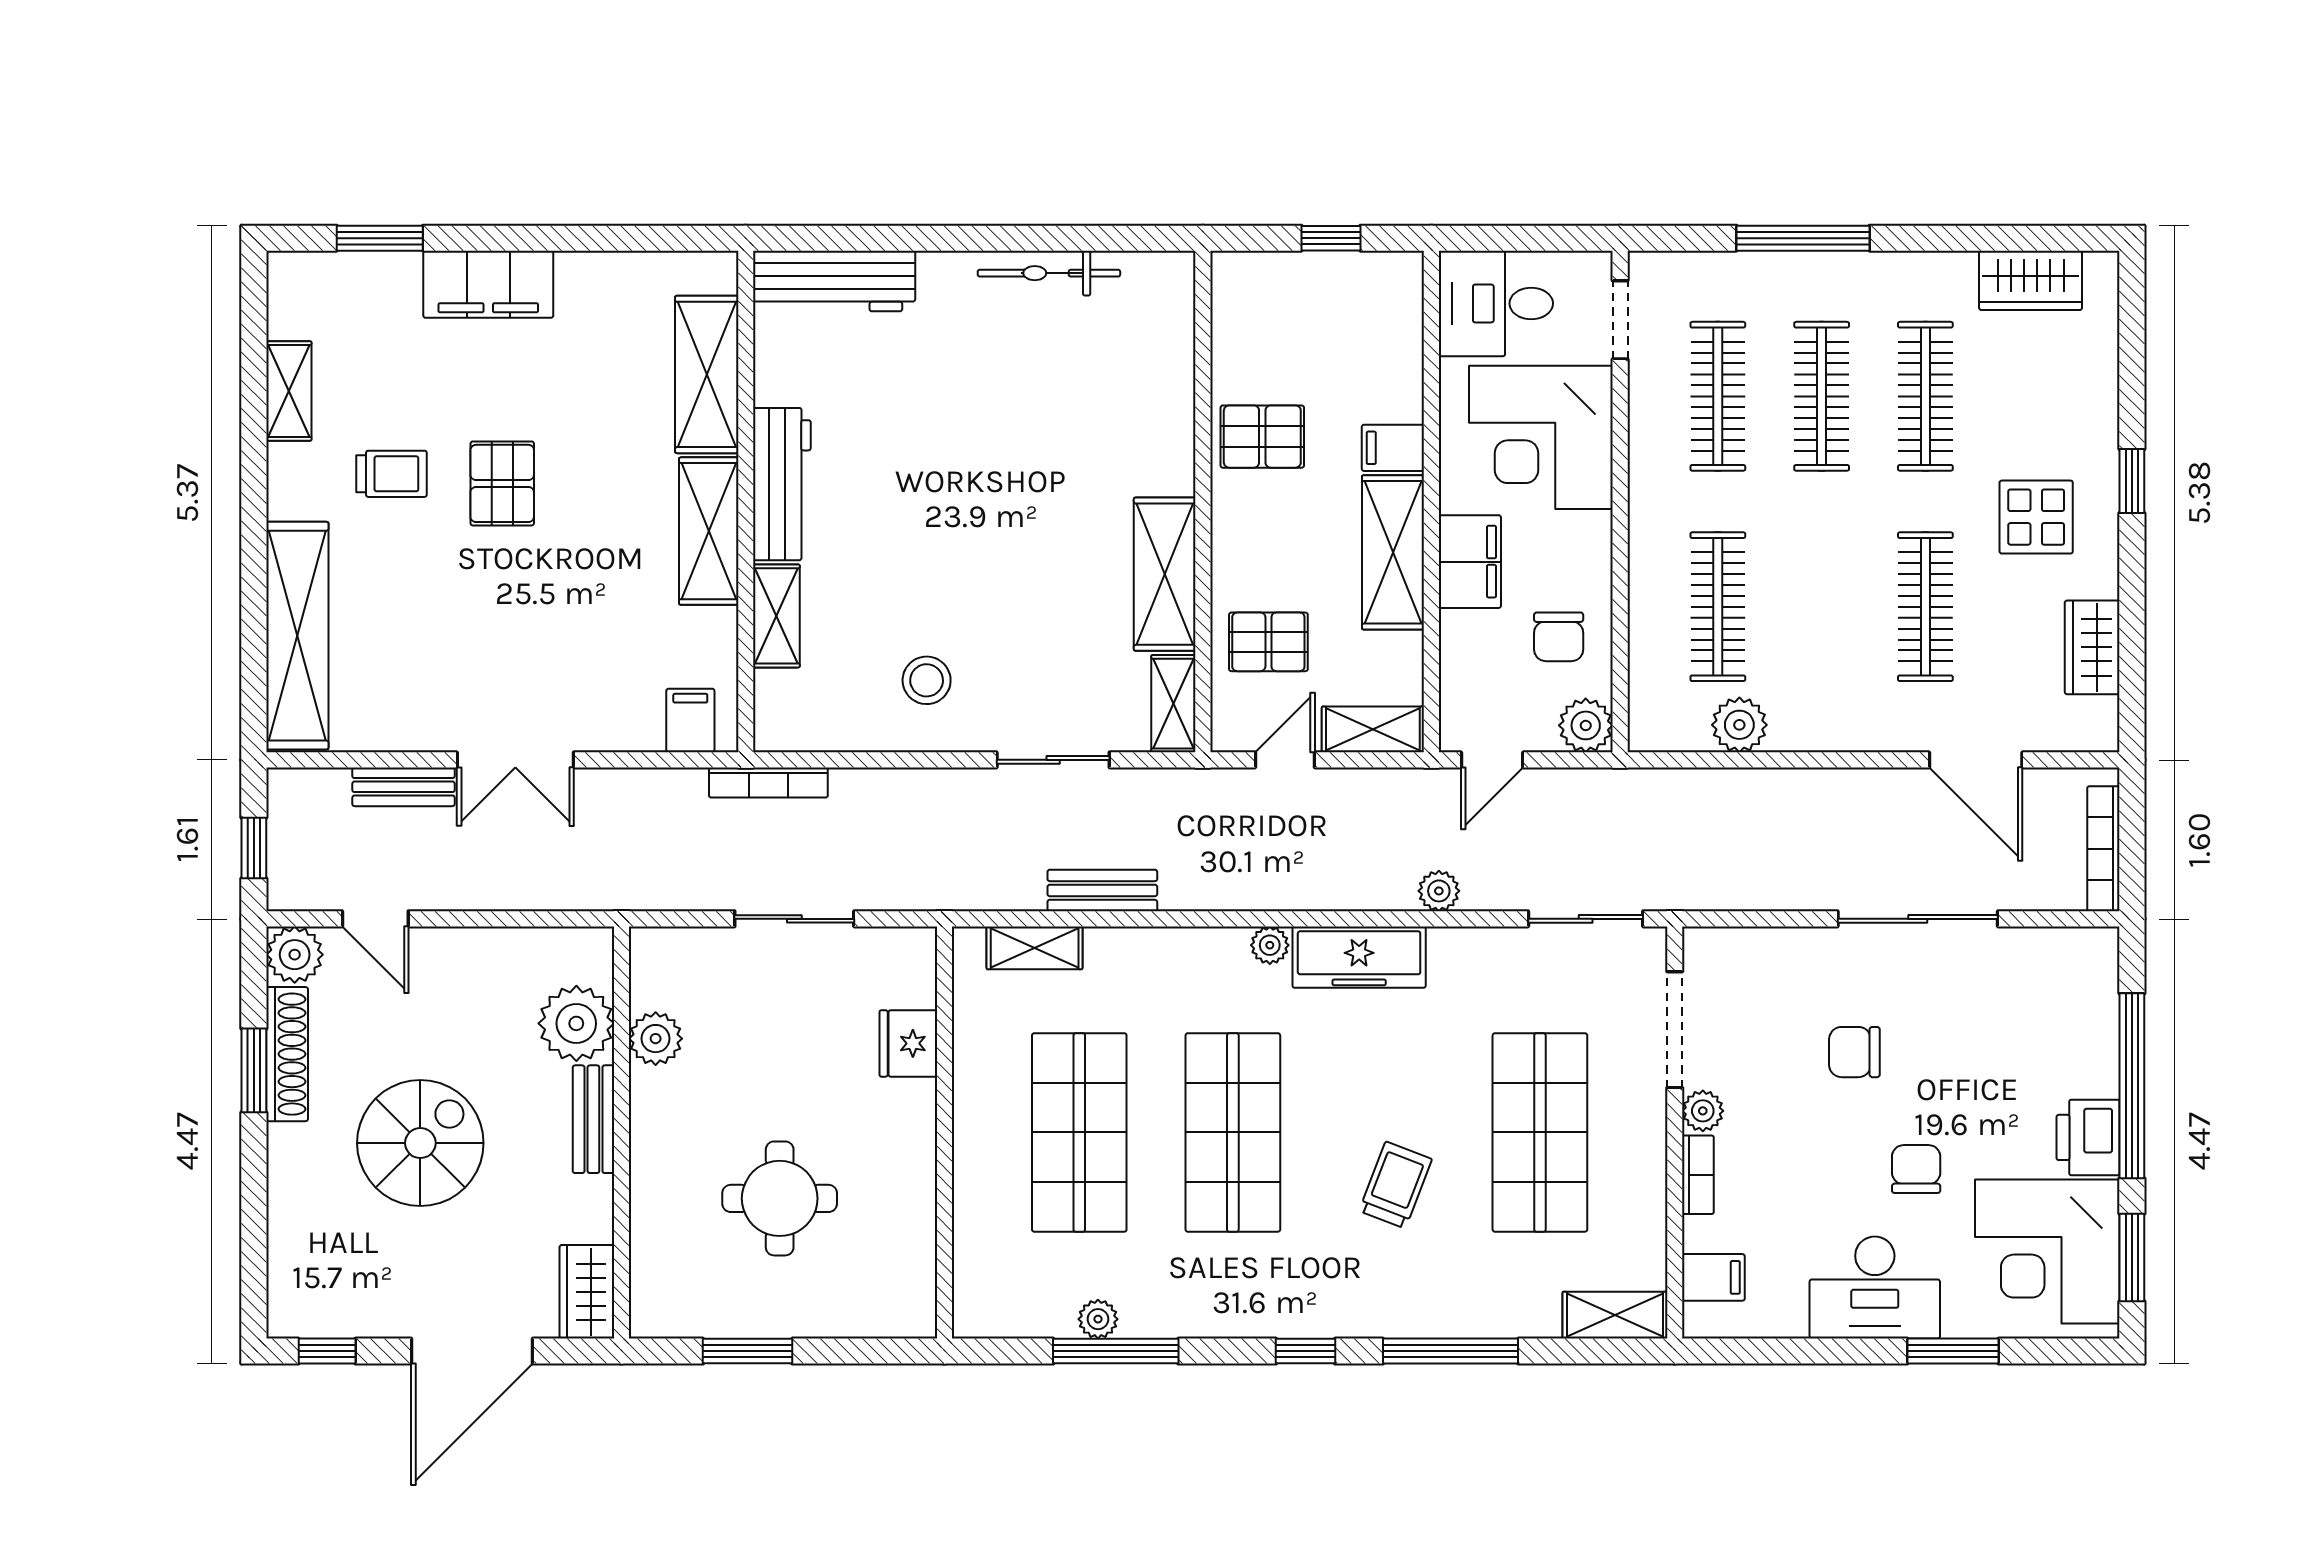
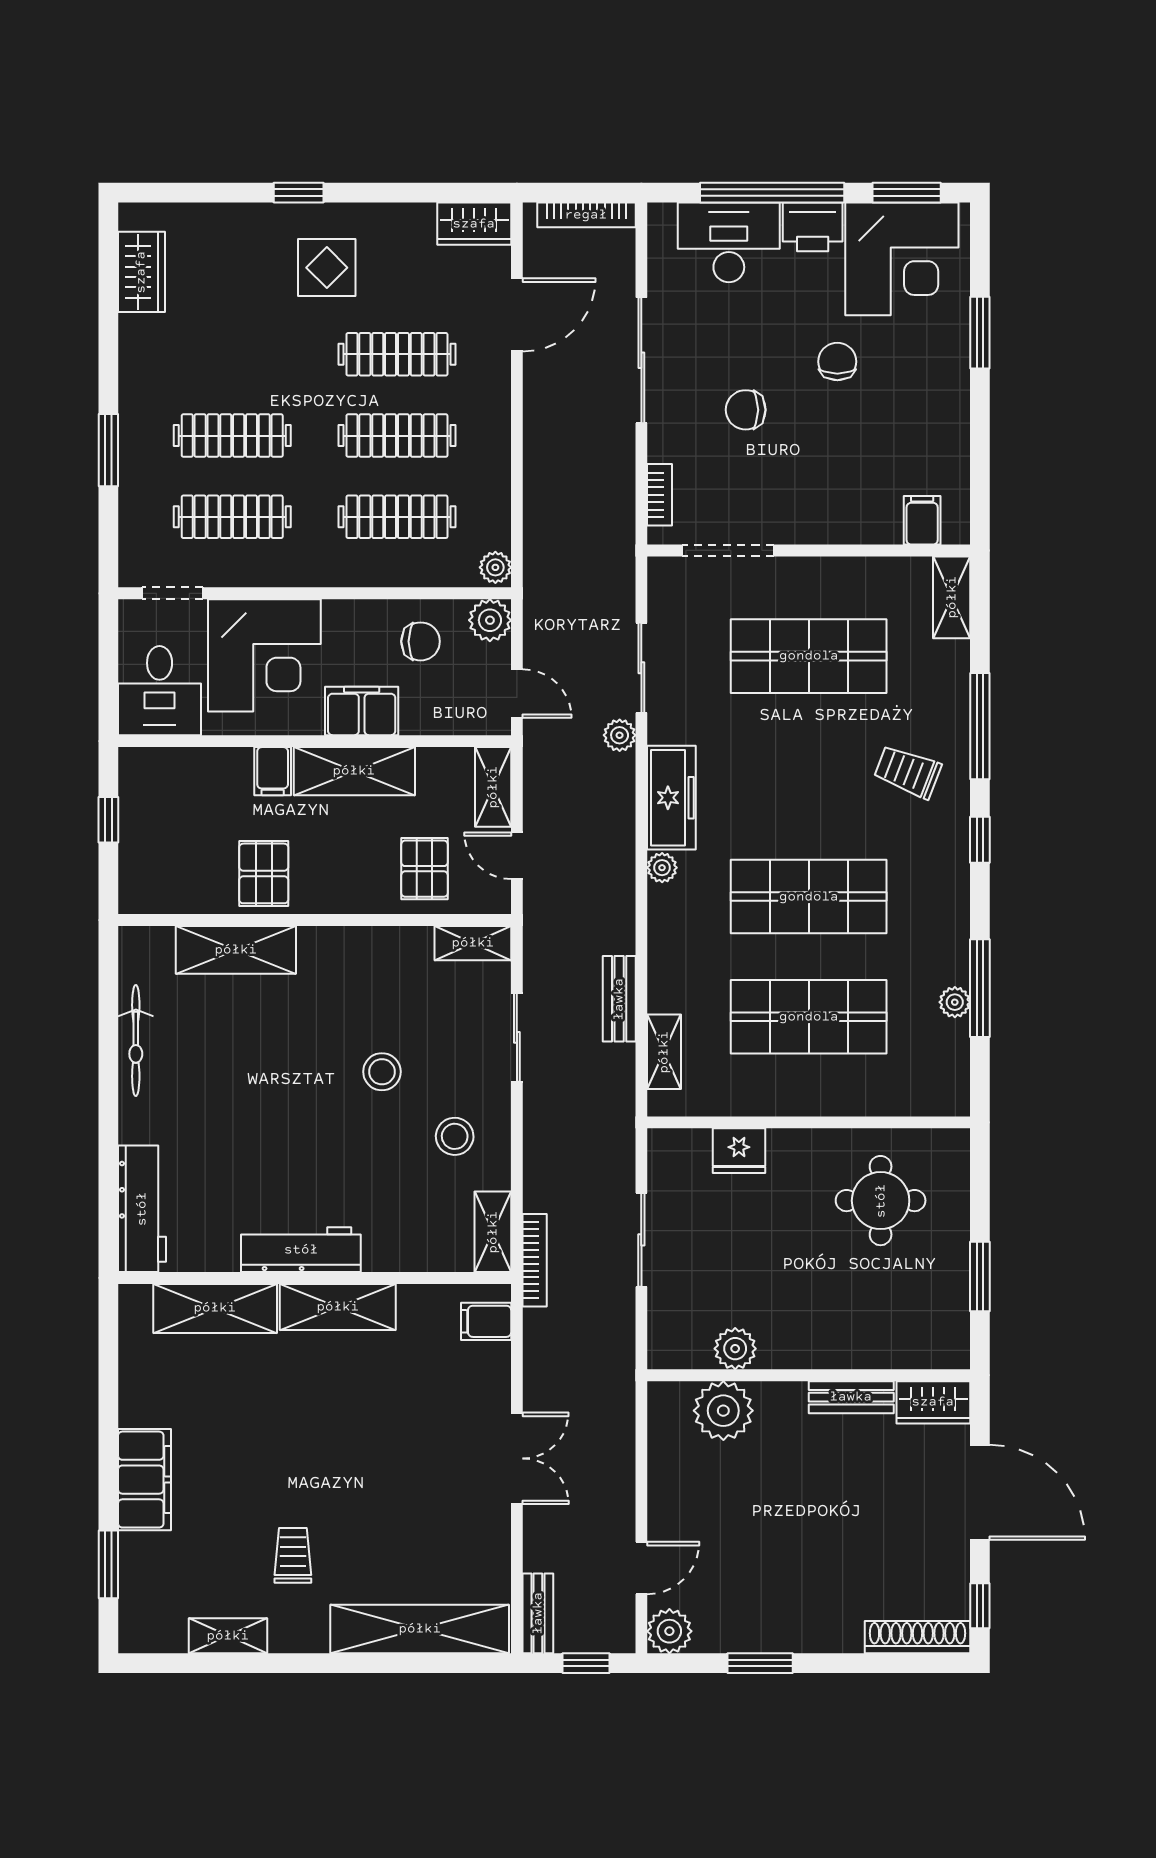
window: (1803, 238) -> (108, 450), width x0.69
clothes rail: (1925, 396) -> (397, 436), moved
pallet: (502, 483) -> (300, 1469), removed
shelving: (1165, 574) -> (236, 950), moved
stool: (1009, 588) -> (382, 1072), added
shelving: (776, 616) -> (493, 1232), moved, turned 90
wardrobe: (2092, 647) -> (474, 224), moved
plant: (1739, 725) -> (495, 567), moved, width x0.73, depth x0.73
bench: (404, 787) -> (538, 1613), moved
sliding door: (1586, 919) -> (641, 668), moved
chair: (1854, 1052) -> (746, 410), turned 90
shoe rack: (287, 1054) -> (917, 1637), moved
plant: (1703, 1111) -> (792, 529), removed
bench: (593, 1119) -> (851, 1397), moved
spiral stairs: (420, 1143) -> (817, 1533), removed
chair: (1916, 1169) -> (837, 362), turned 90
bookcase: (1698, 1175) -> (660, 495), moved, turned 90
trolley: (1396, 1185) -> (908, 772), moved
round table: (780, 1198) -> (881, 1201), moved
desk: (1875, 1288) -> (729, 242), moved, turned -90

